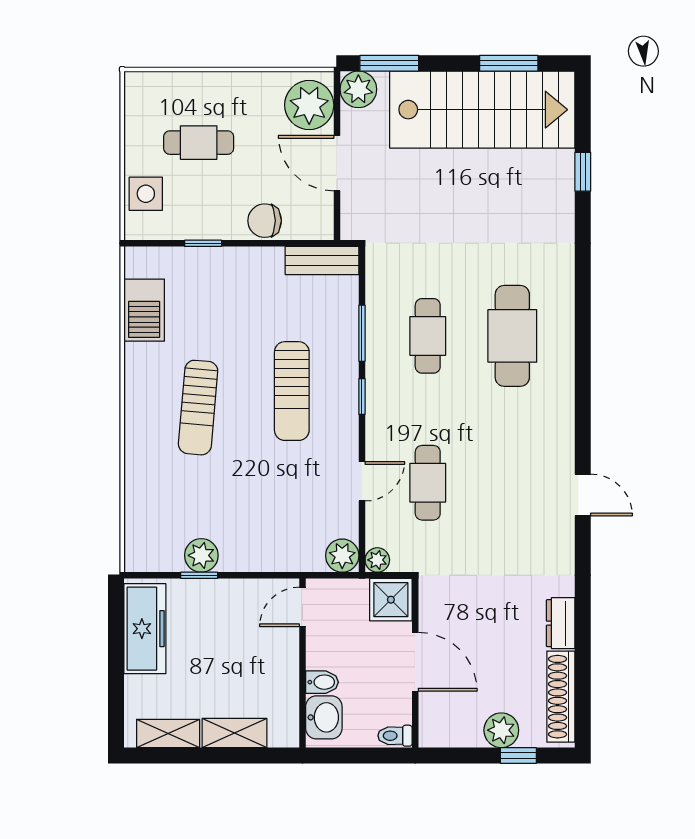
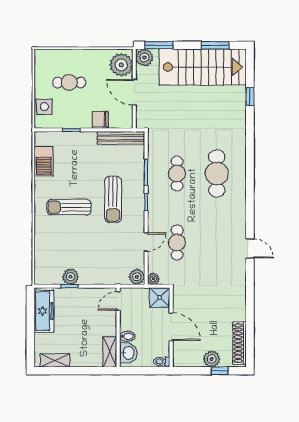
bench: (322, 260) -> (121, 138), width x1.36
sun lounger: (198, 408) -> (69, 207), turned 85
dresser: (561, 623) -> (239, 309), removed
shelving: (234, 733) -> (110, 352), moved, turned 90

